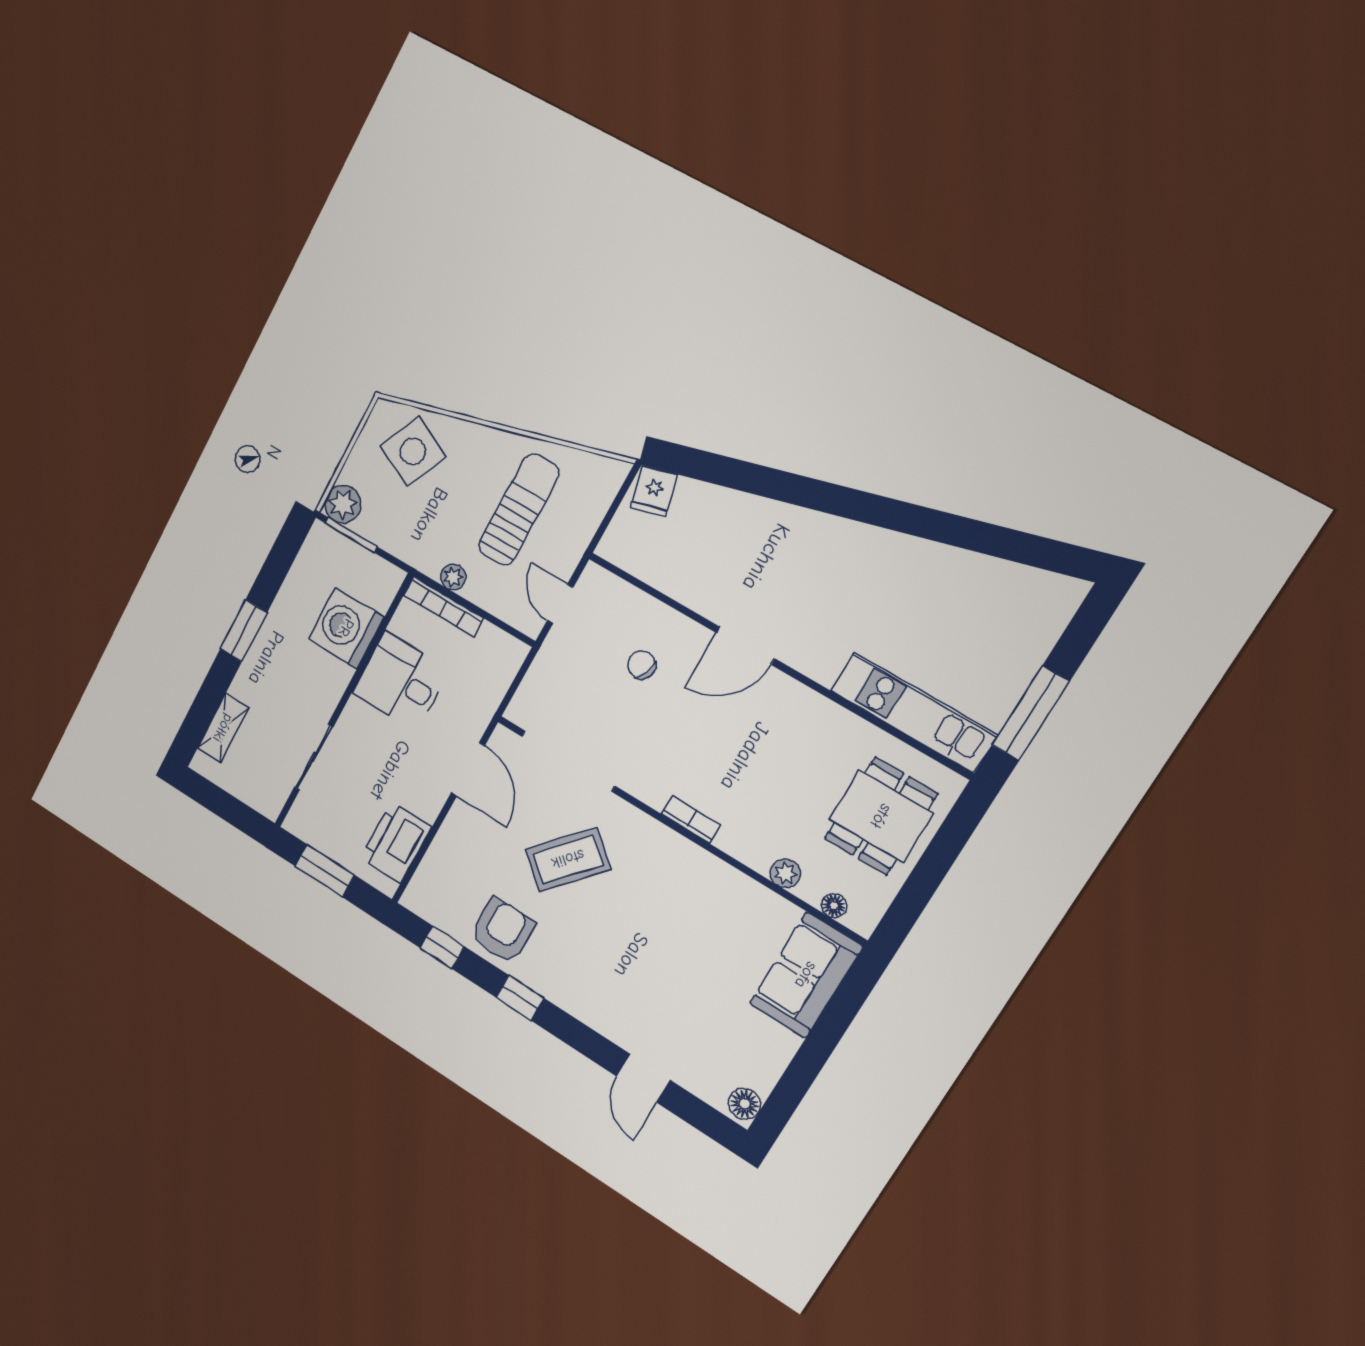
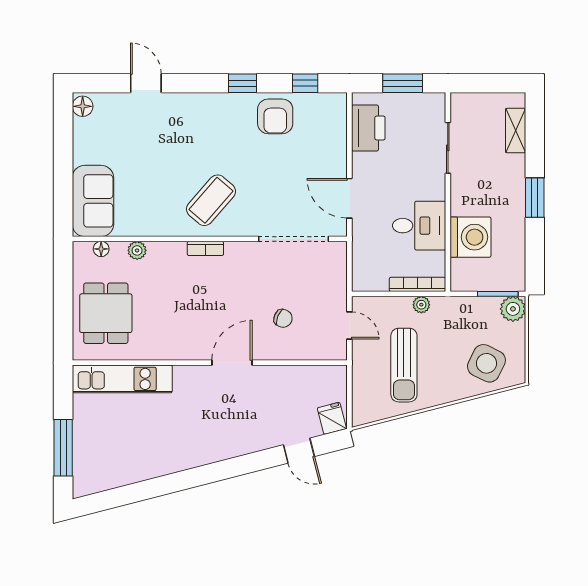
door: (724, 471) -> (299, 451), added
window: (1031, 713) -> (63, 448), moved
coffee table: (568, 859) -> (211, 200), moved

